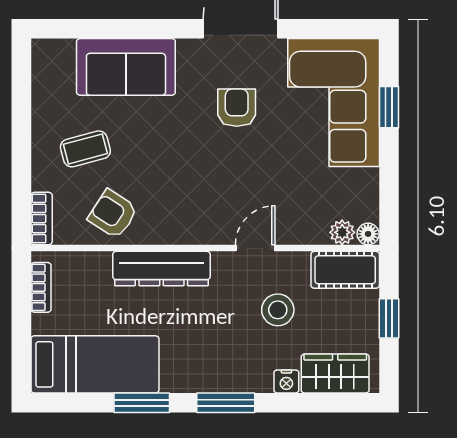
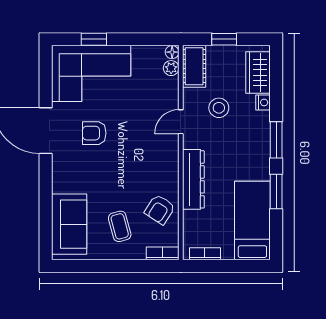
sofa: (126, 67) -> (69, 224), moved
door: (255, 248) -> (181, 122), hinge flipped

